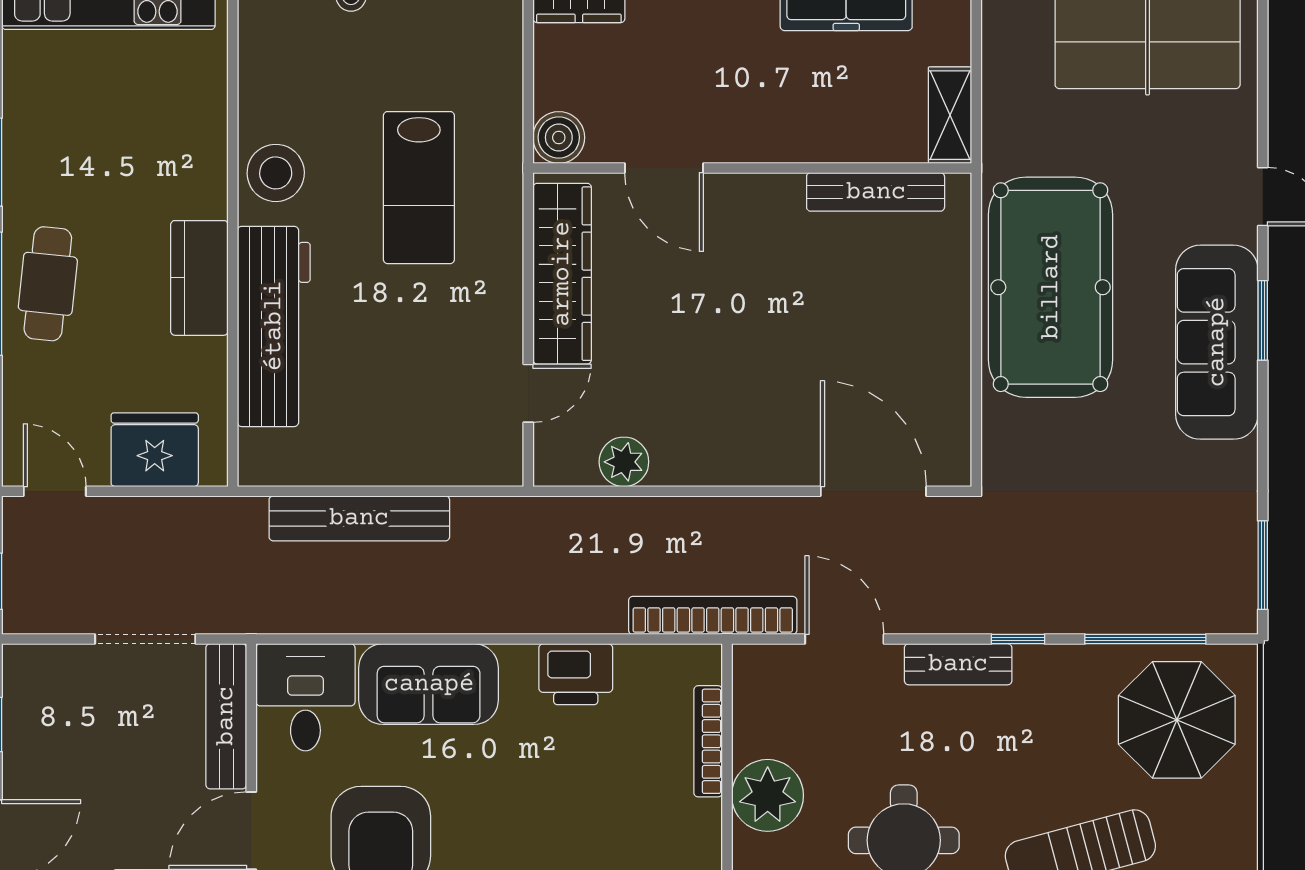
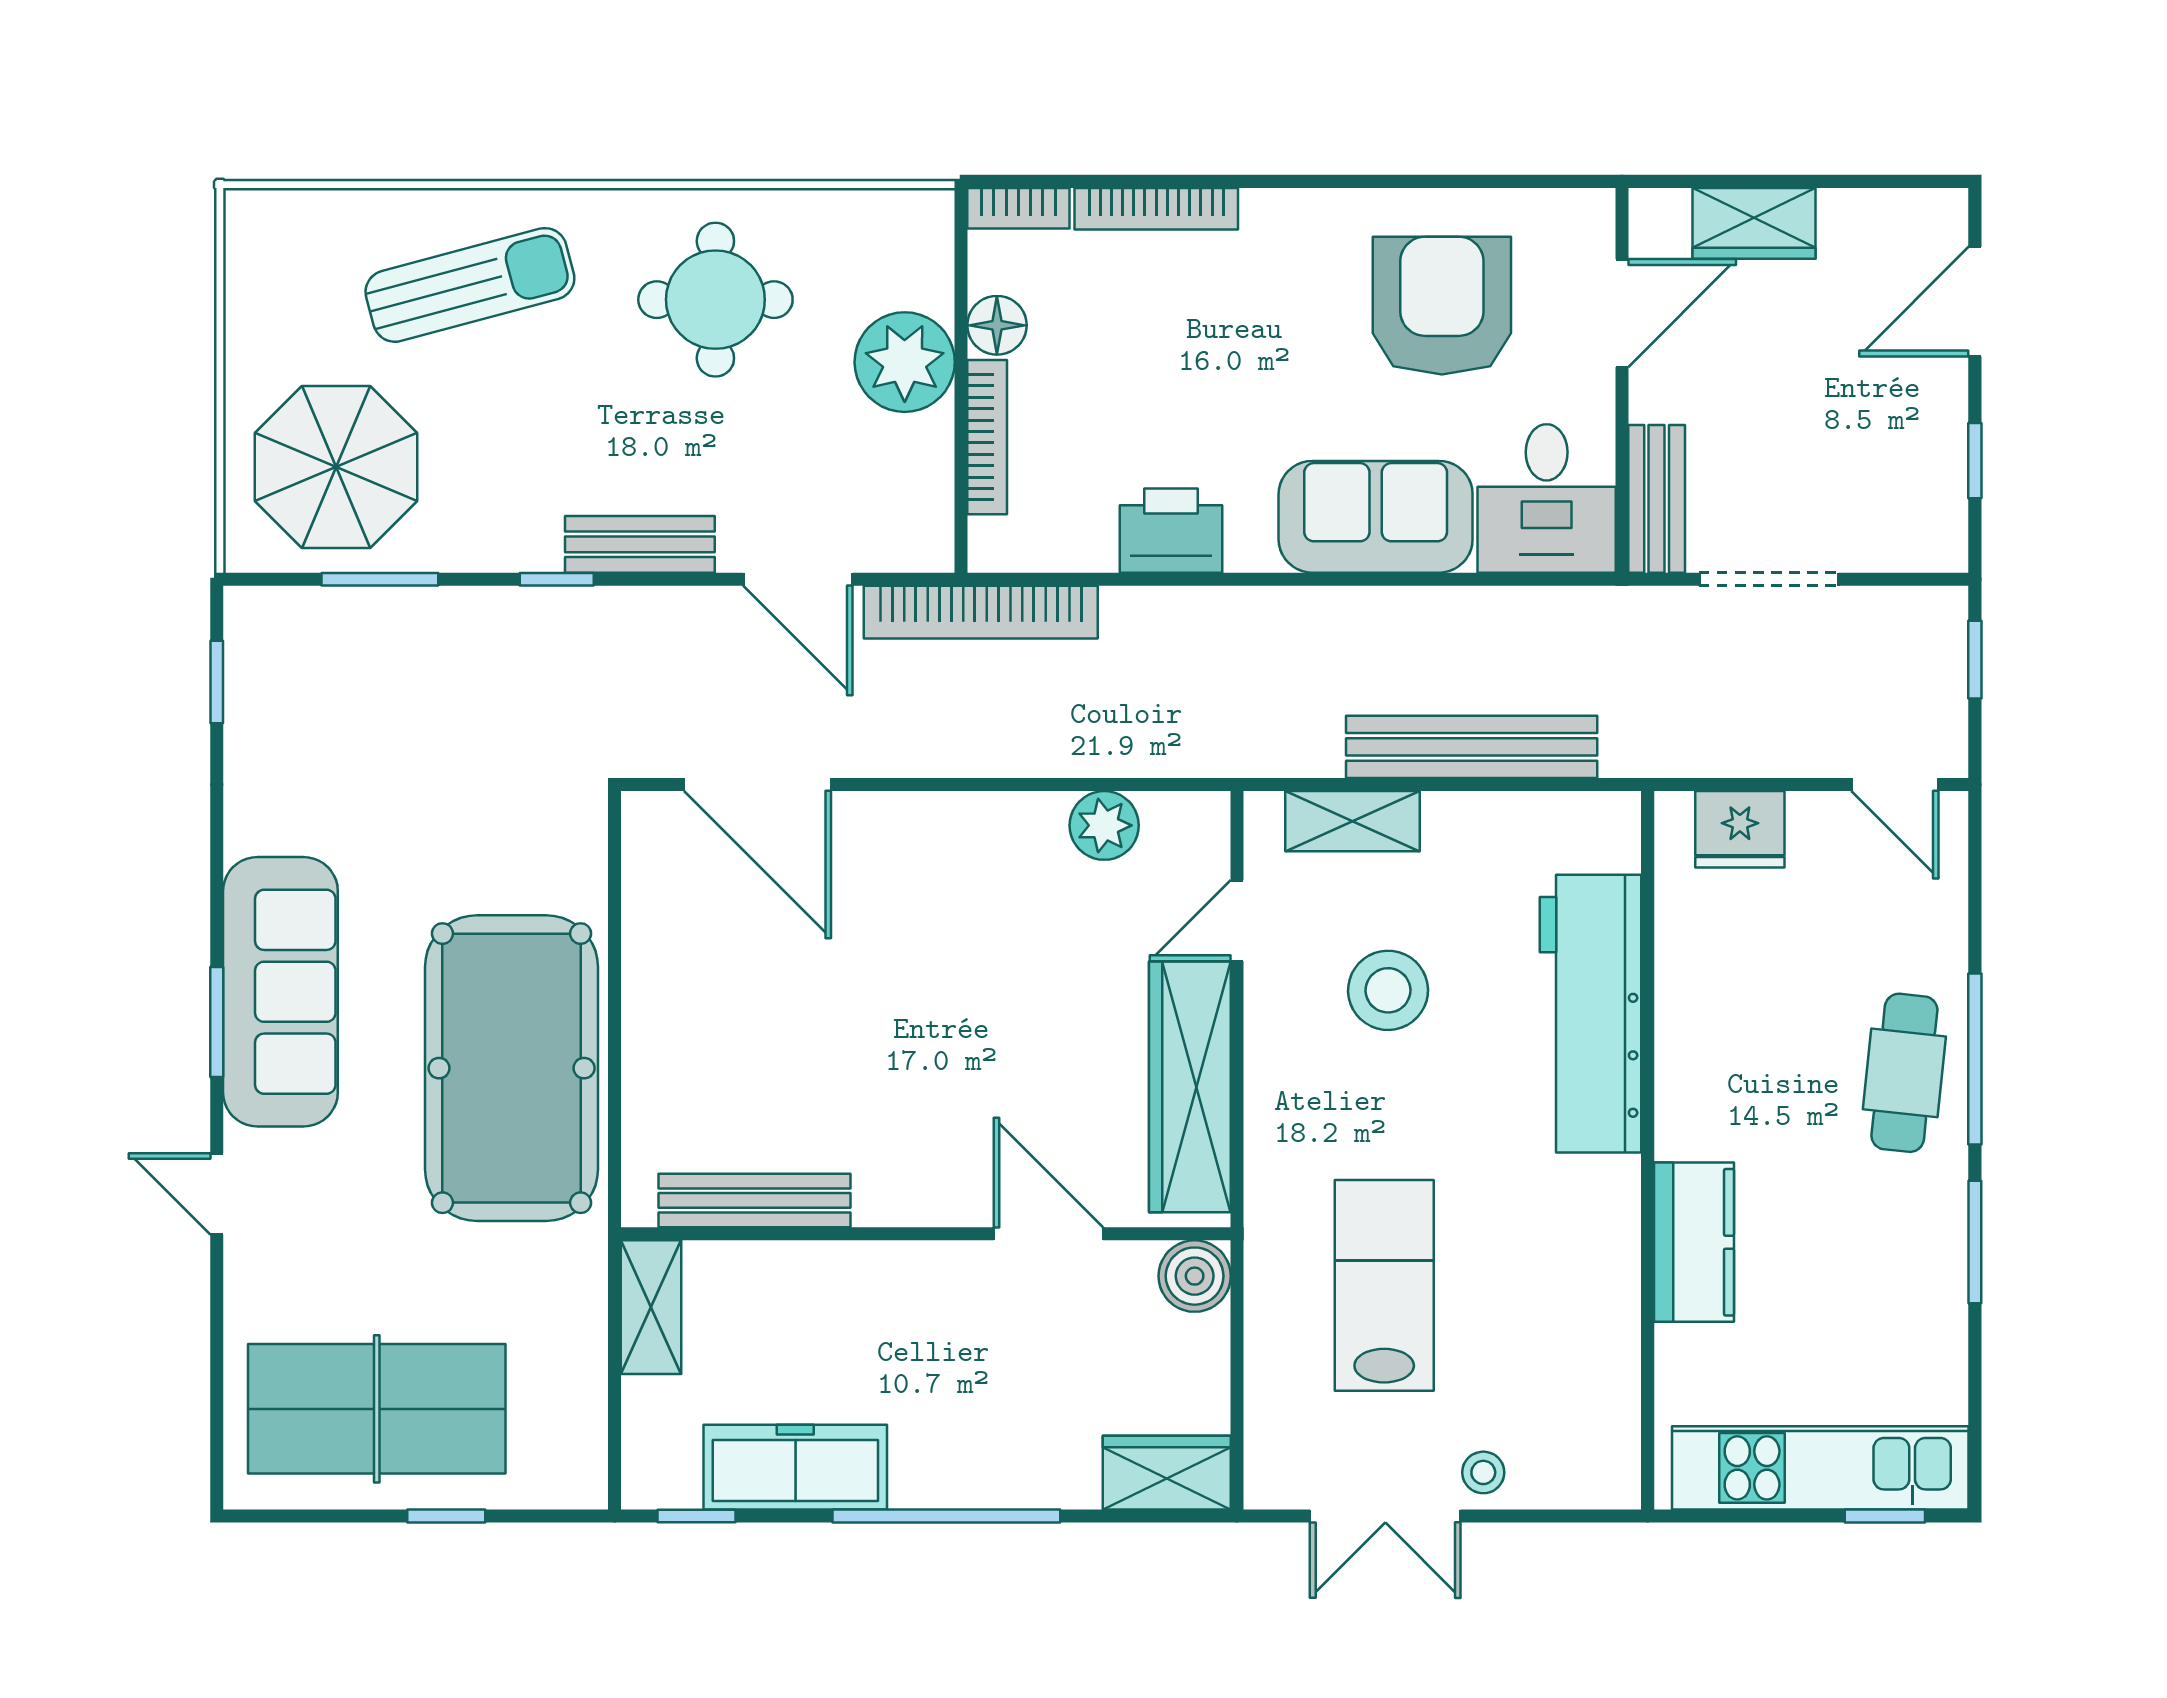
stool: (276, 173) -> (1388, 990), moved
lab bench: (419, 188) -> (1384, 1285), moved
kitchen counter: (199, 278) -> (1694, 1242), moved
fridge: (155, 450) -> (1740, 829), width x0.73, depth x0.75
shelving: (445, 465) -> (1352, 821), added
window: (1263, 565) -> (217, 682), width x0.67
window: (1145, 639) -> (380, 579), width x0.69
bench: (226, 716) -> (1657, 499), width x0.73
floor lamp: (701, 822) -> (997, 325), added

